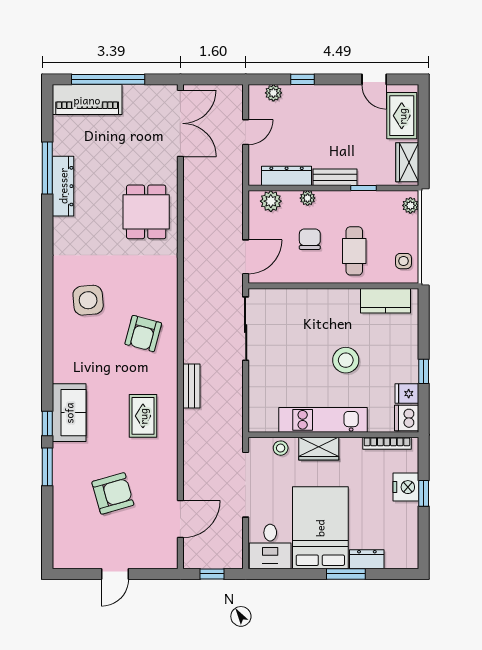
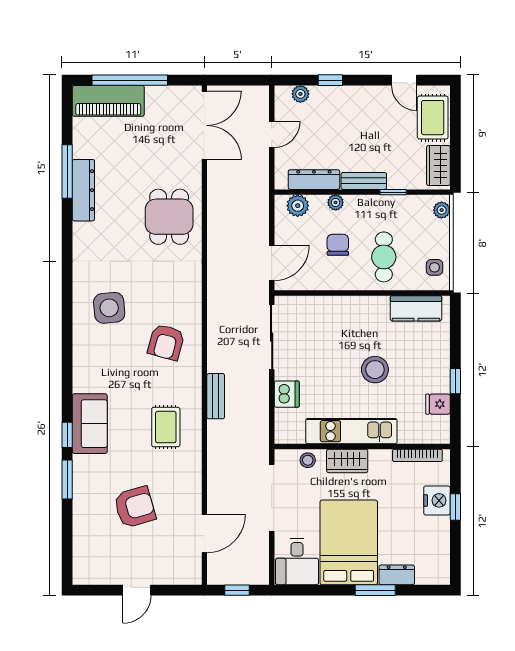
dishwasher: (407, 418) -> (287, 394), moved, turned 180

